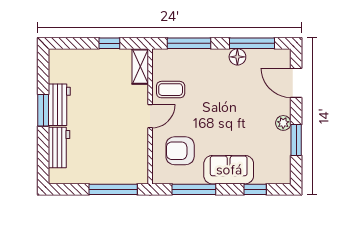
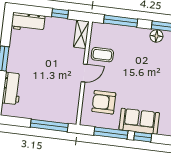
workbench: (59, 105) -> (28, 22), moved, turned 90
window: (255, 189) -> (143, 137), moved

